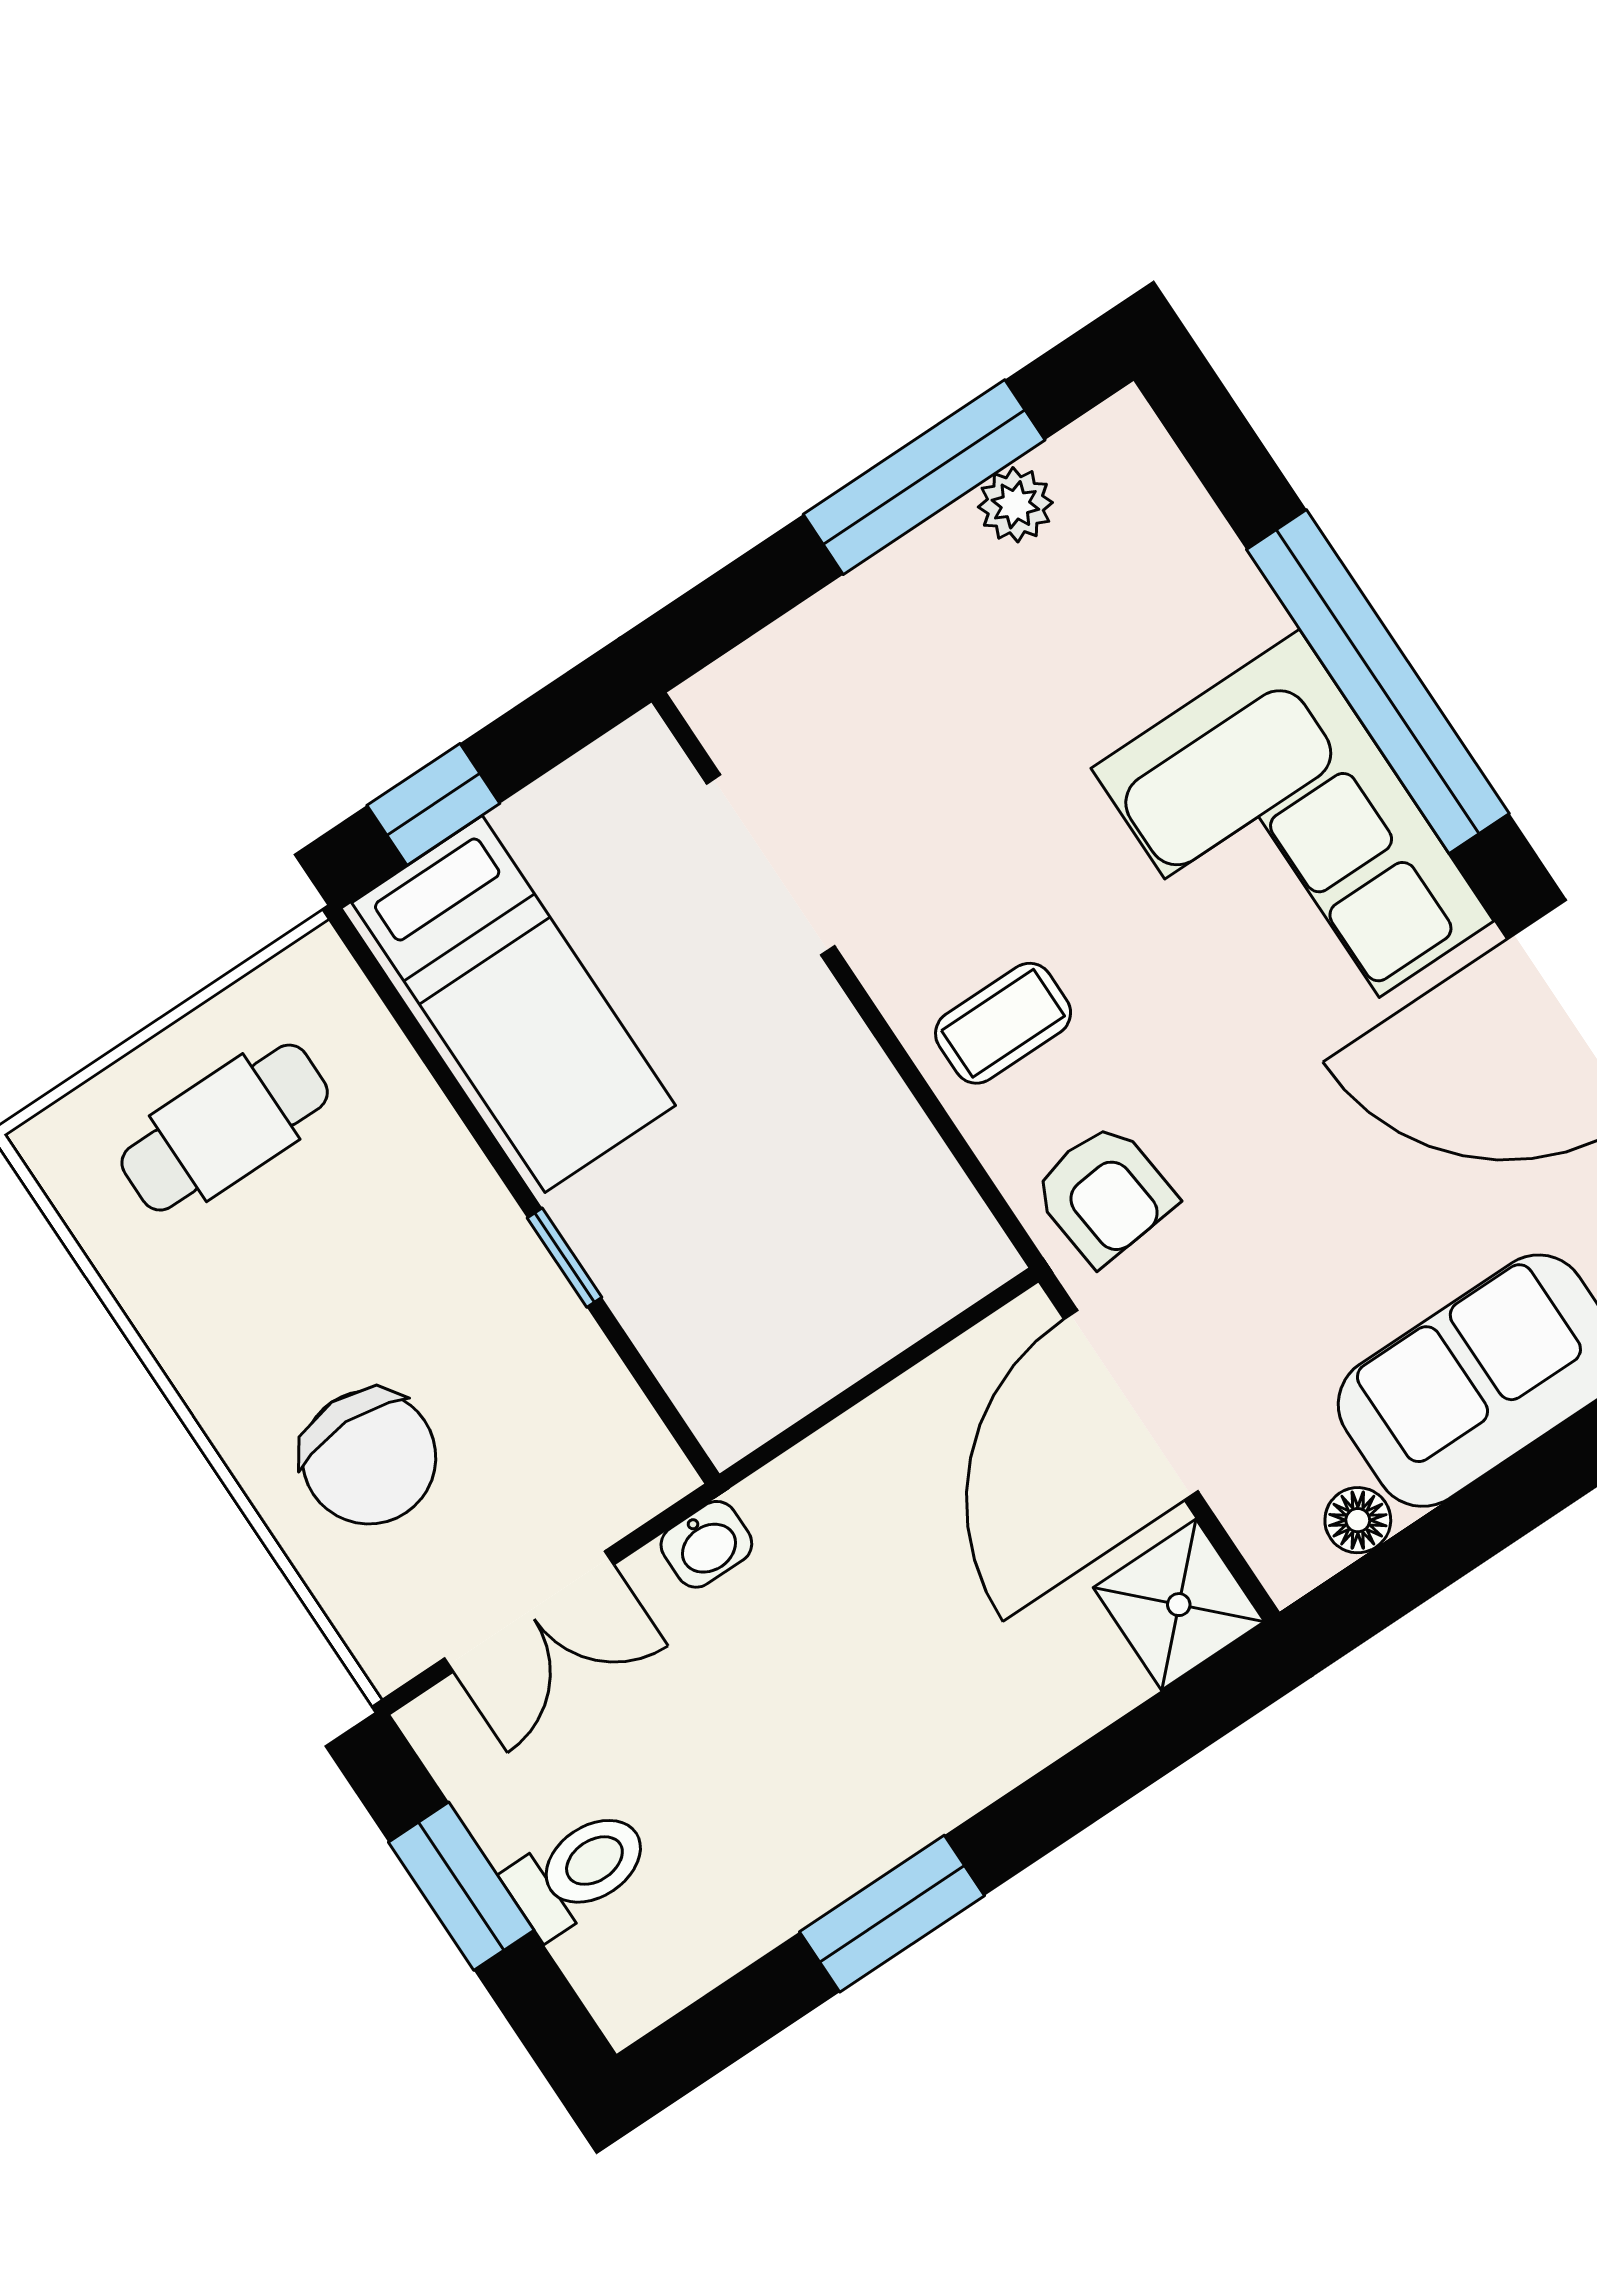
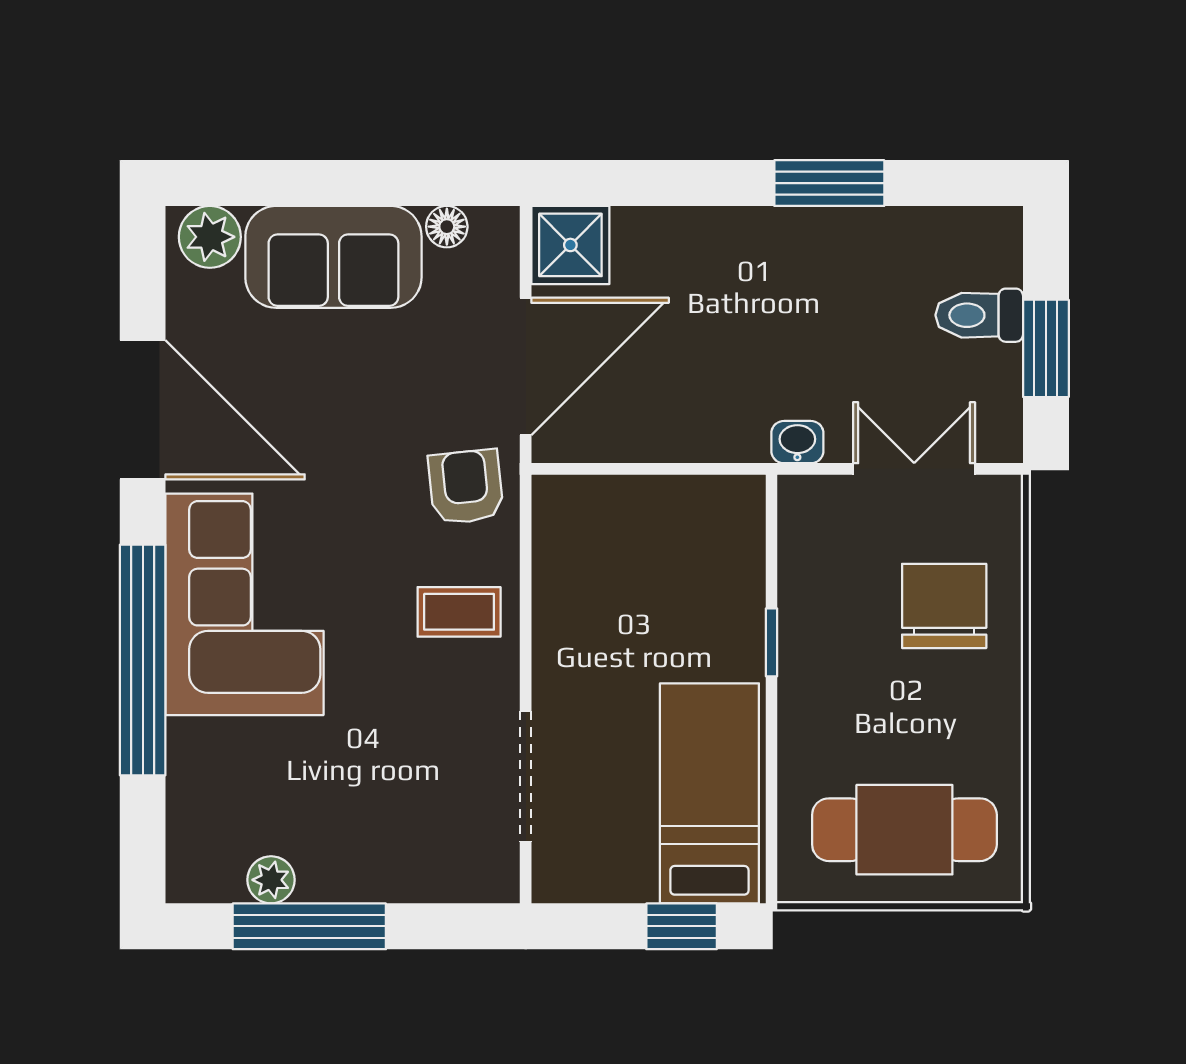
cafe table: (225, 1128) -> (904, 830), width x1.37, depth x1.35

